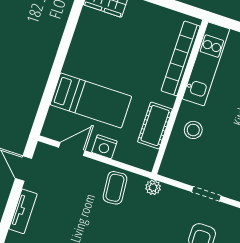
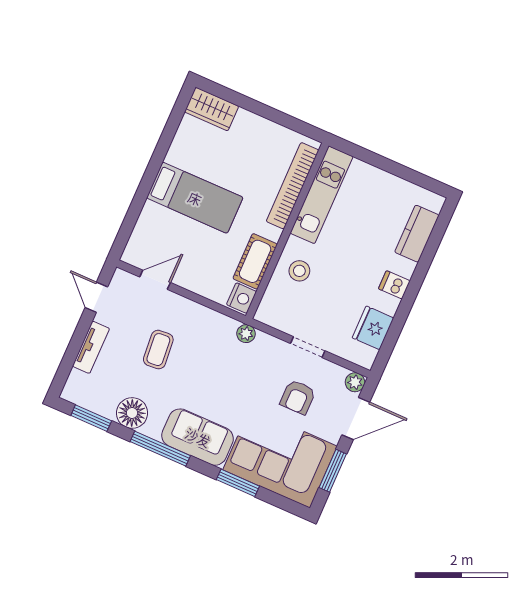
bed: (91, 101) -> (195, 198), moved
nightstand: (104, 147) -> (241, 298), moved, turned -90
coffee table: (115, 188) -> (158, 350), moved

